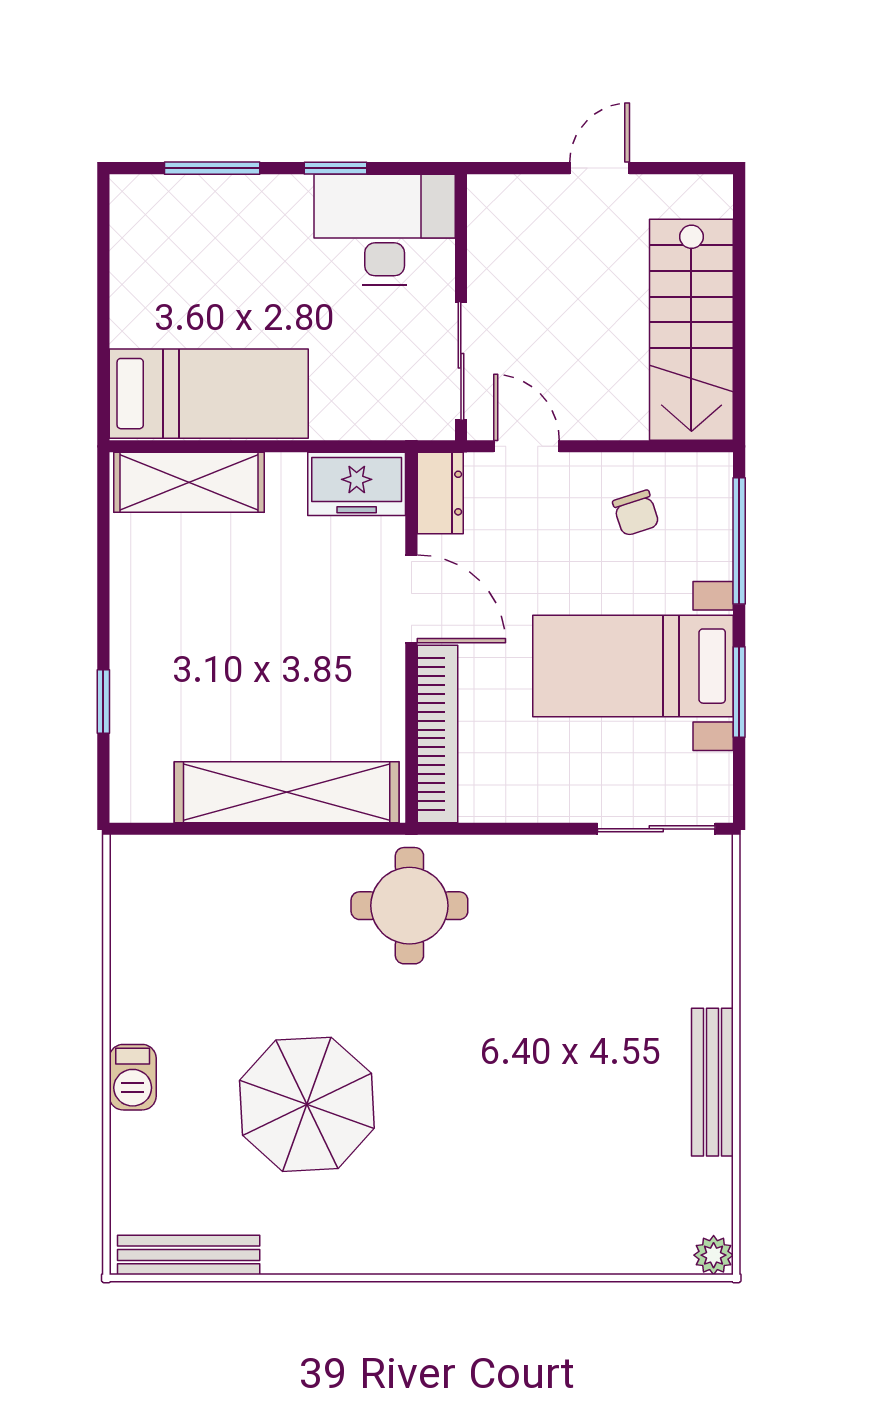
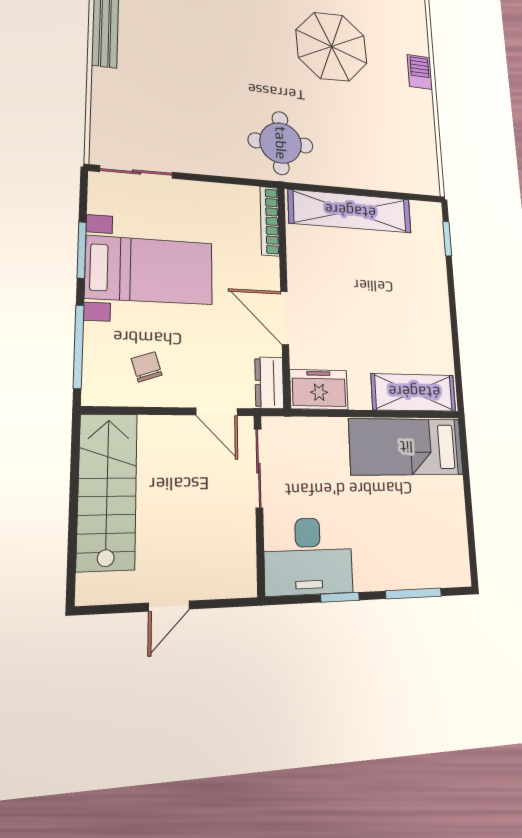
window: (103, 701) -> (447, 239), moved
bookcase: (437, 734) -> (270, 221), width x0.68, depth x0.76

